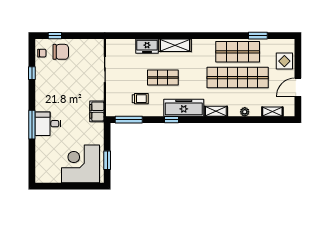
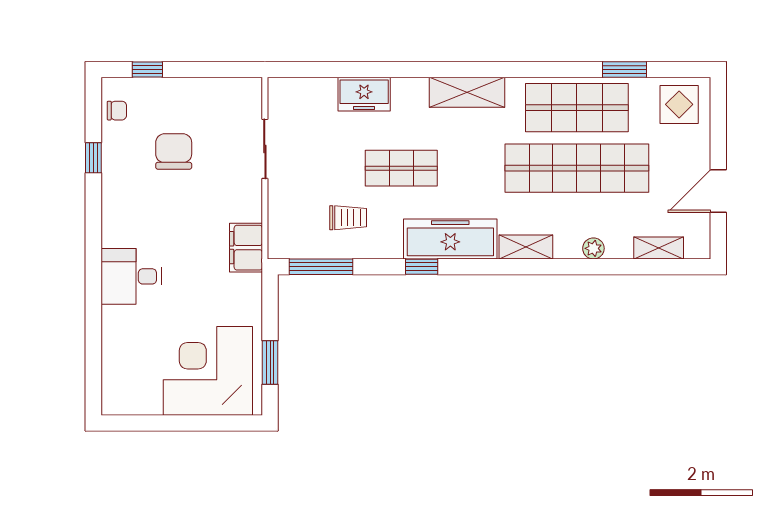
shelving: (175, 45) -> (467, 92), moved
chair: (61, 52) -> (174, 151), moved, turned -90
display table: (284, 61) -> (679, 104), moved
window: (32, 125) -> (93, 279), removed

